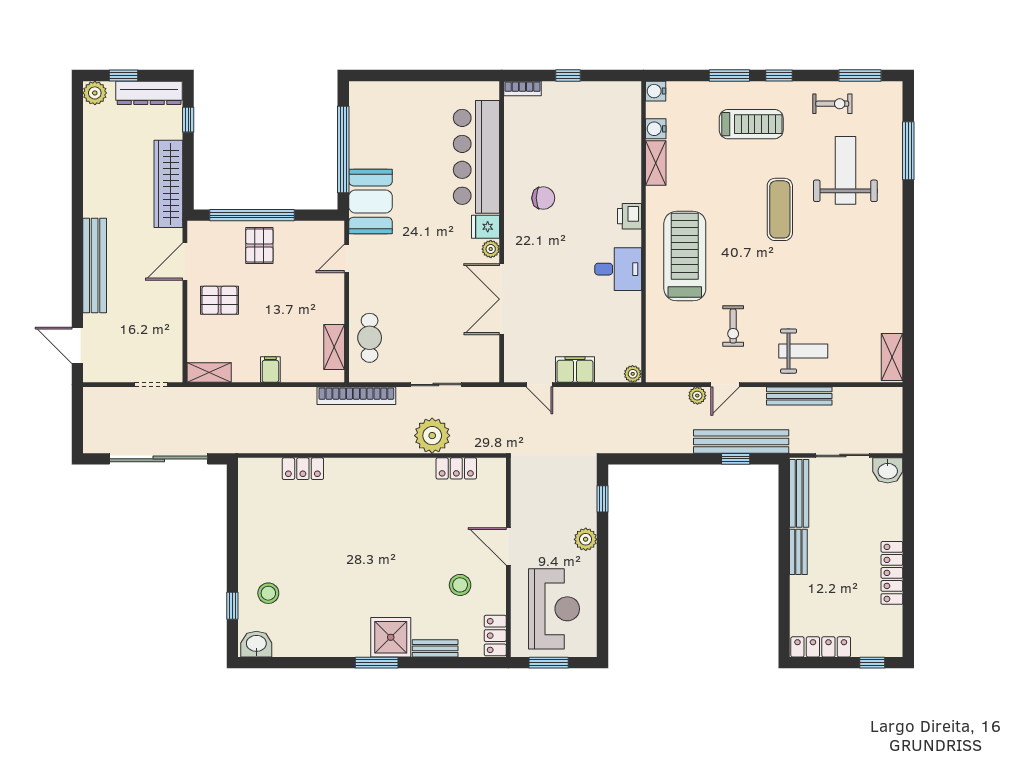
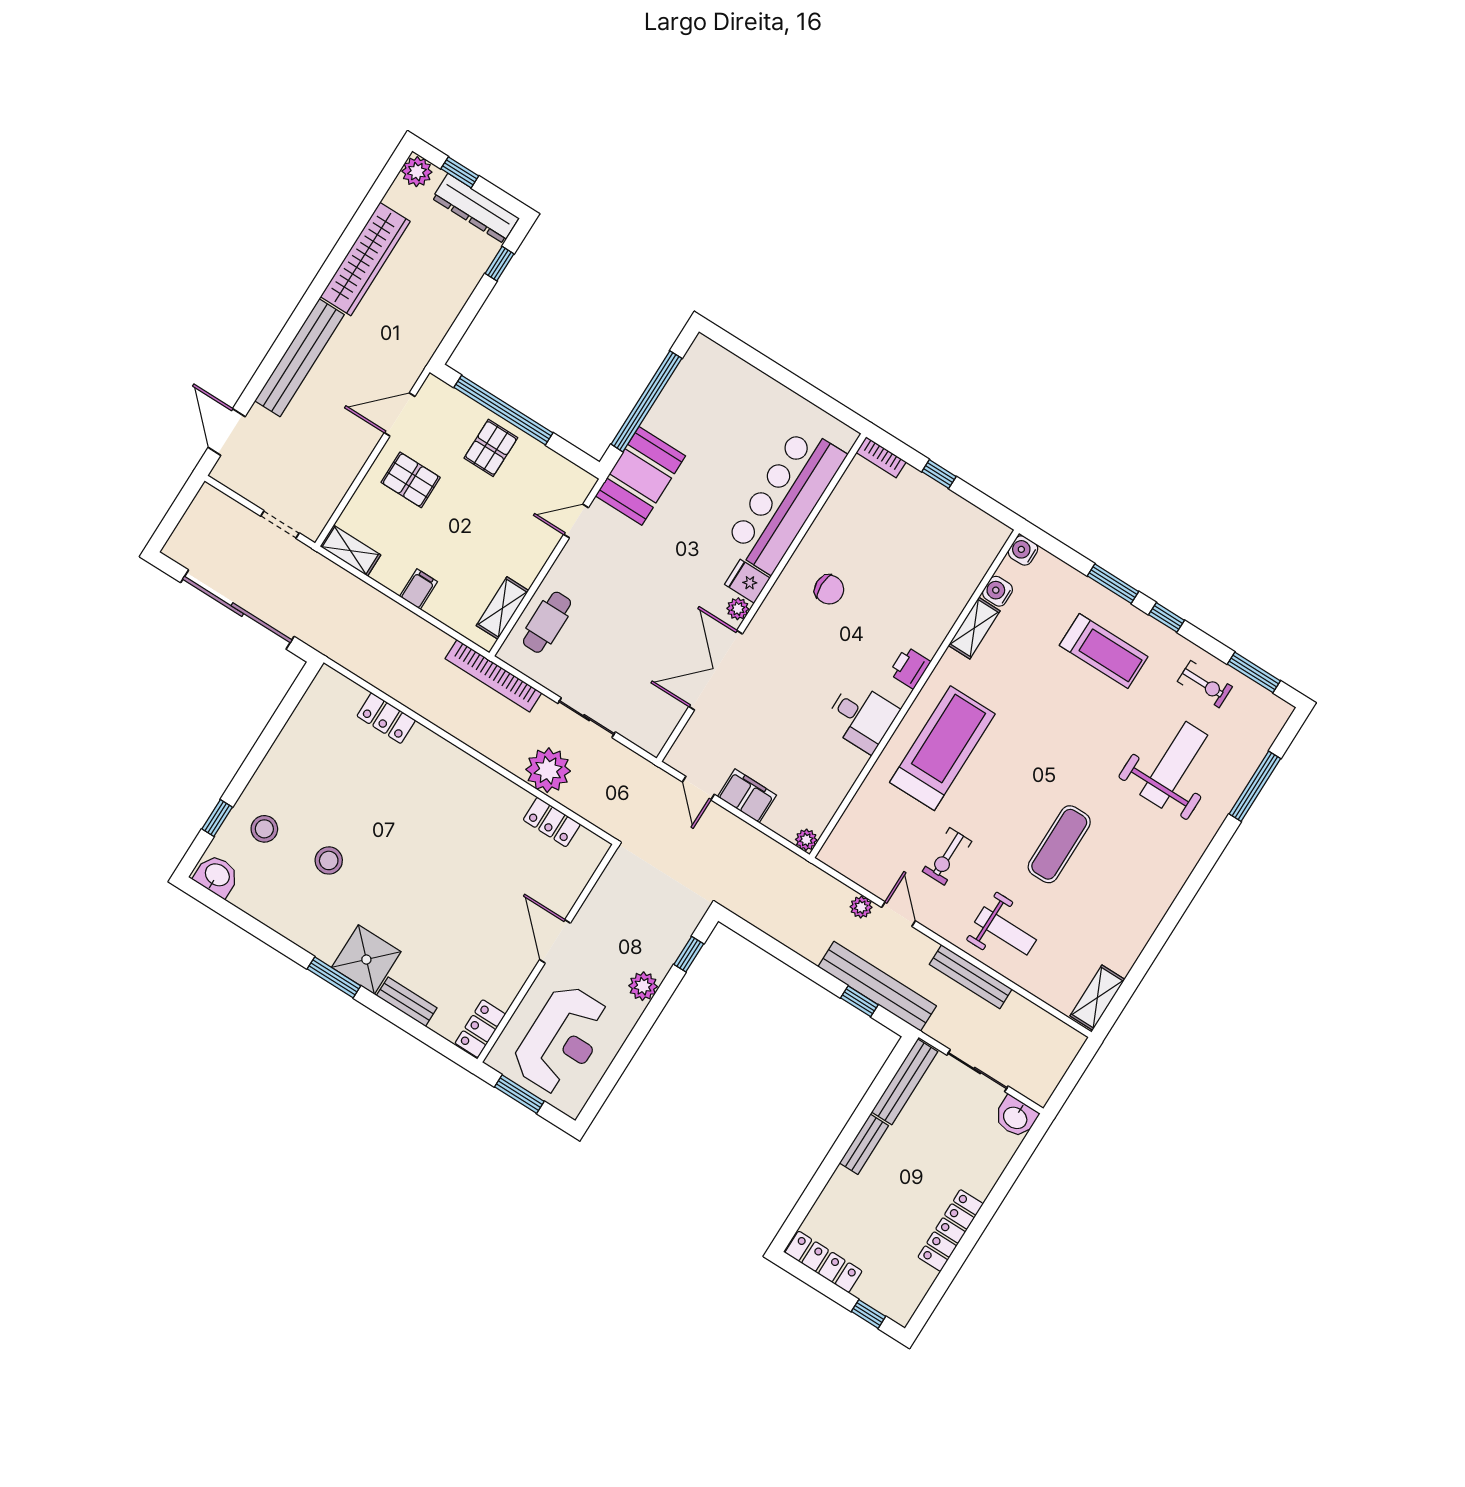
wardrobe: (168, 184) -> (365, 259), moved, turned 180
exercise mat: (780, 209) -> (1059, 844), moved
door: (725, 385) -> (898, 914), swing flipped
stool: (460, 585) -> (329, 860), moved

